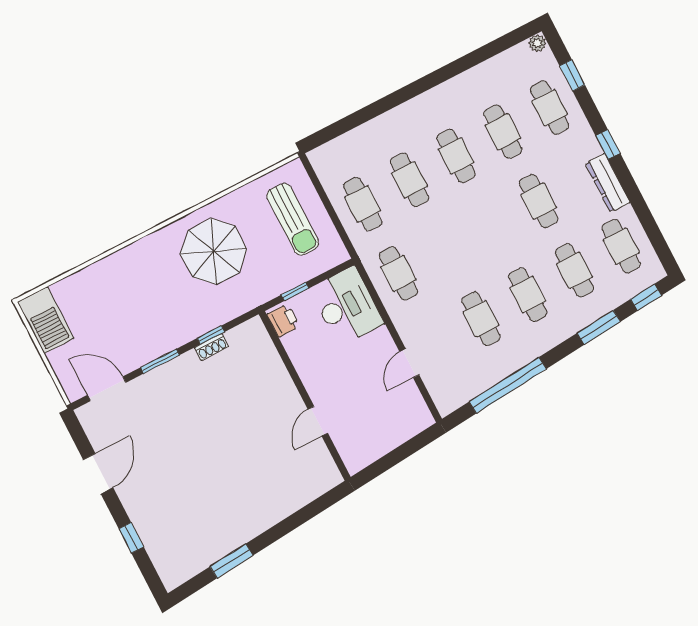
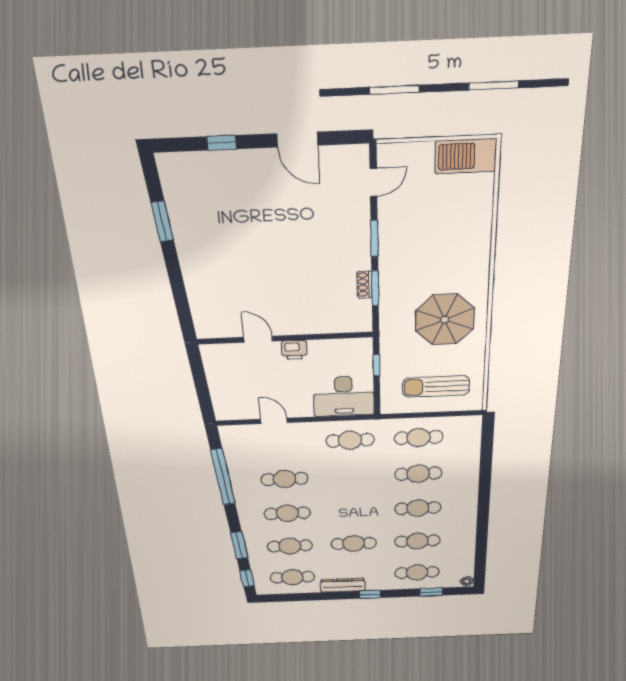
printer: (283, 320) -> (294, 350), moved
window: (211, 335) -> (375, 288), width x1.50
door: (107, 389) -> (373, 182), width x0.73

